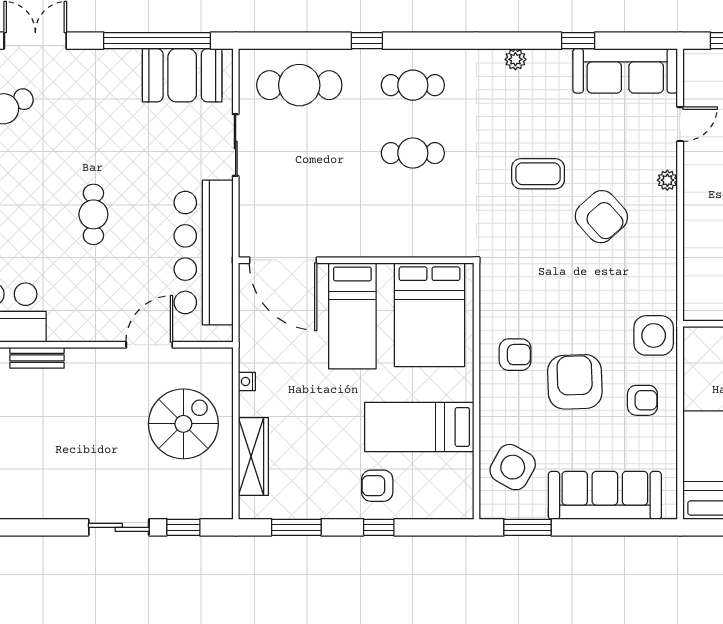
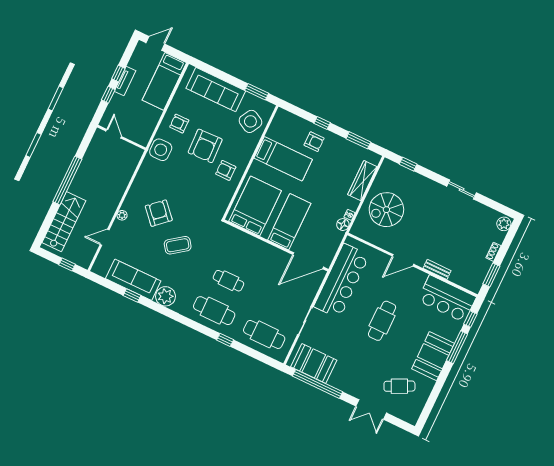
plant: (515, 59) -> (166, 296), width x1.87, depth x1.87
sofa: (625, 71) -> (133, 280), moved
cafe table: (413, 85) -> (214, 311), width x1.37, depth x1.35
coffee table: (538, 174) -> (178, 245), turned -36
cafe table: (93, 214) -> (382, 321), width x1.37, depth x1.35
door: (283, 260) -> (308, 261), swing flipped
door: (149, 345) -> (403, 260), moved
floor lamp: (251, 358) -> (343, 225), added
sliding door: (119, 527) -> (462, 190), moved

